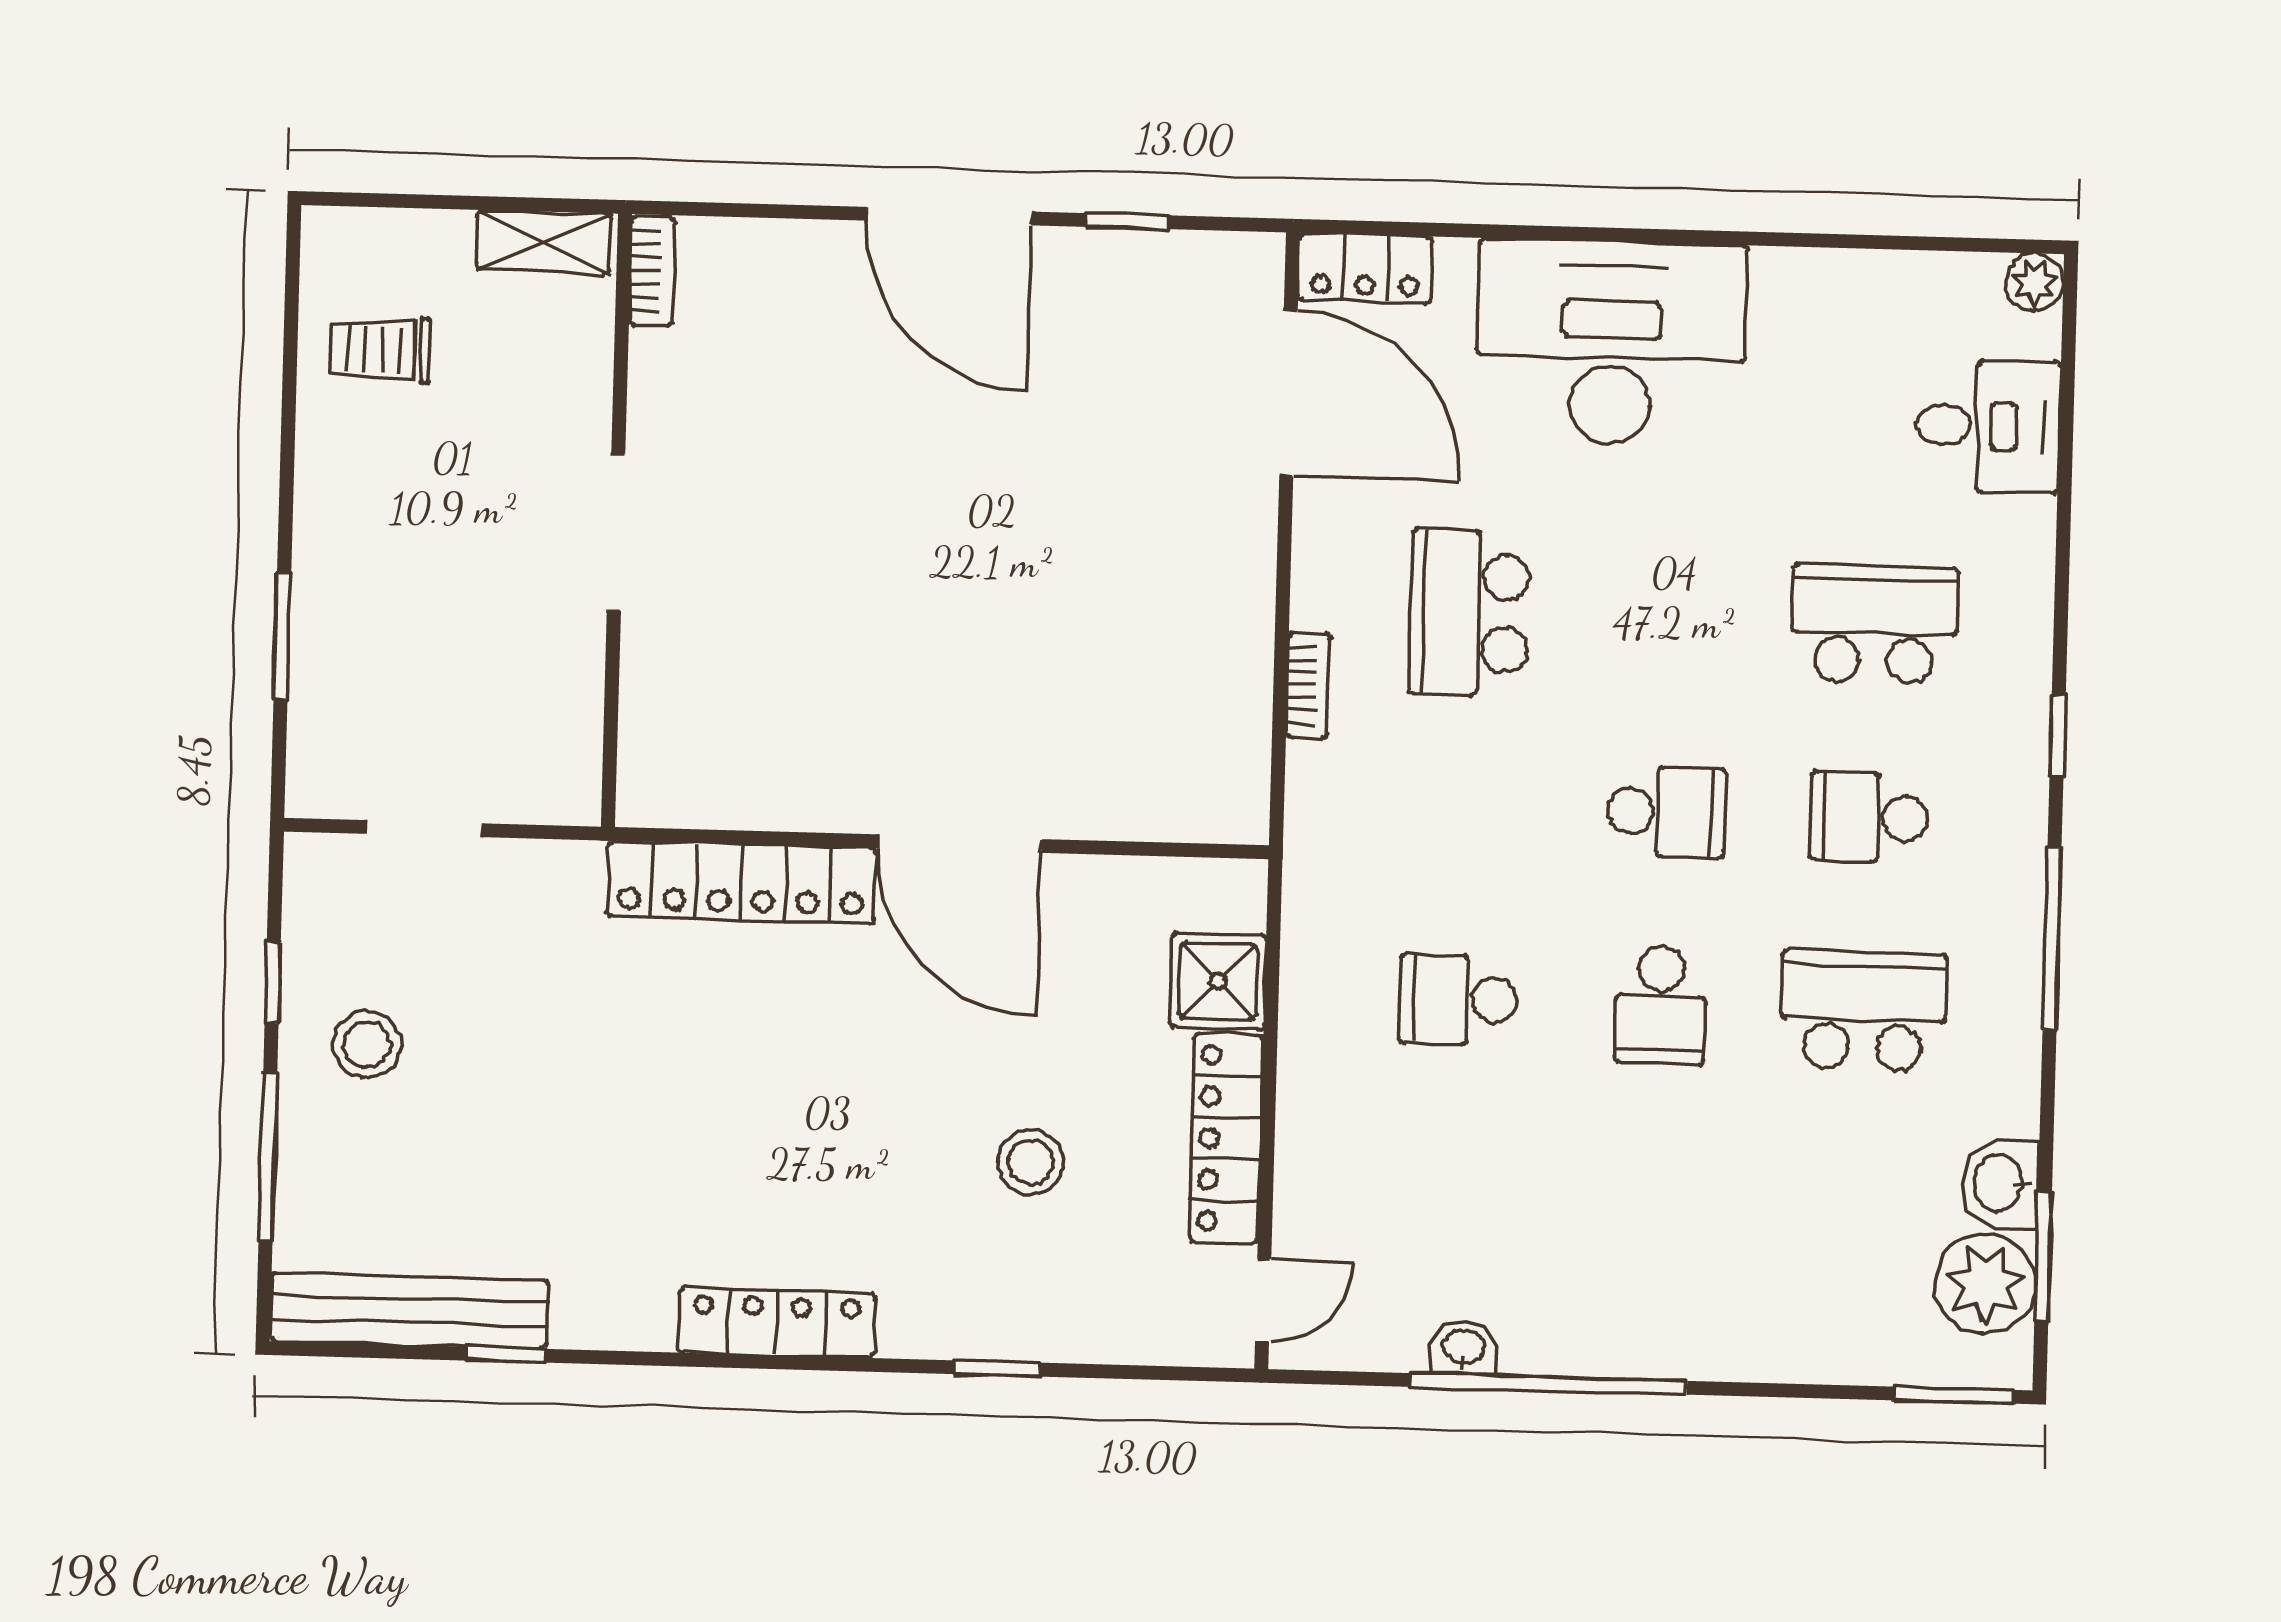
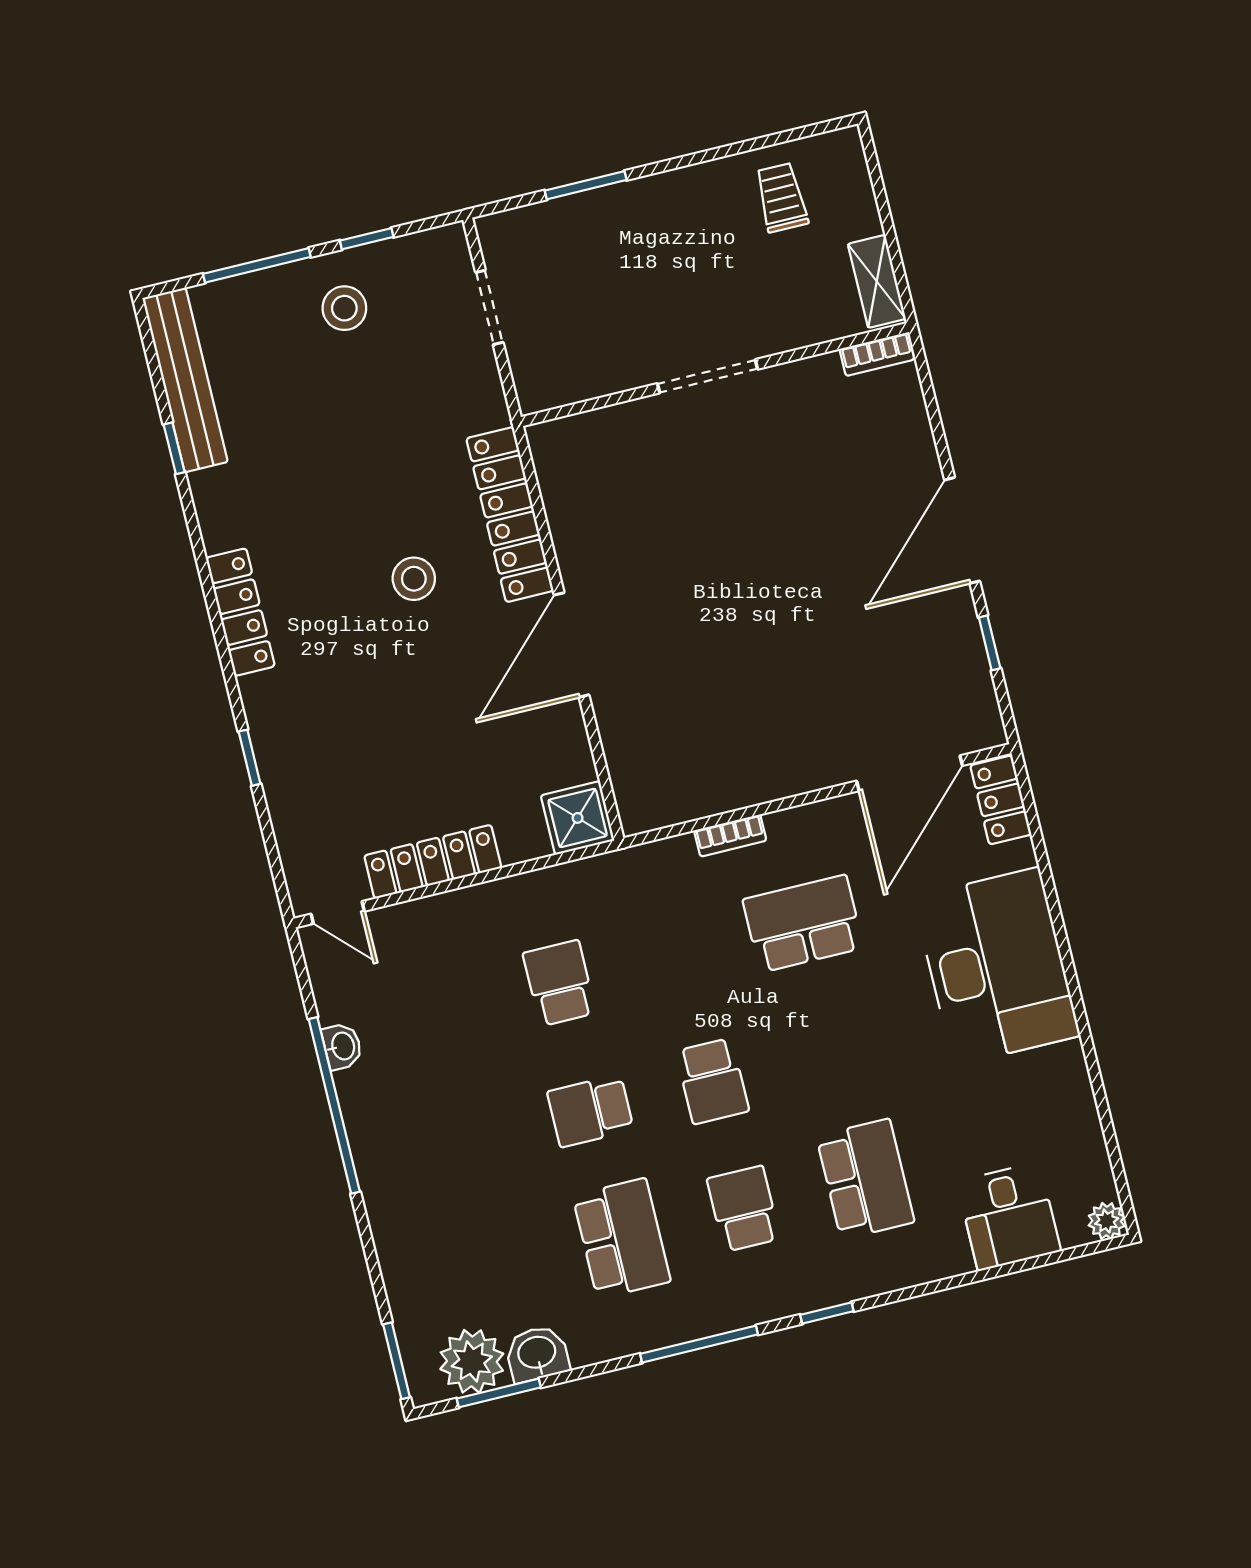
shower: (1218, 981) -> (578, 818), moved
stool: (1031, 1162) -> (414, 579), moved

